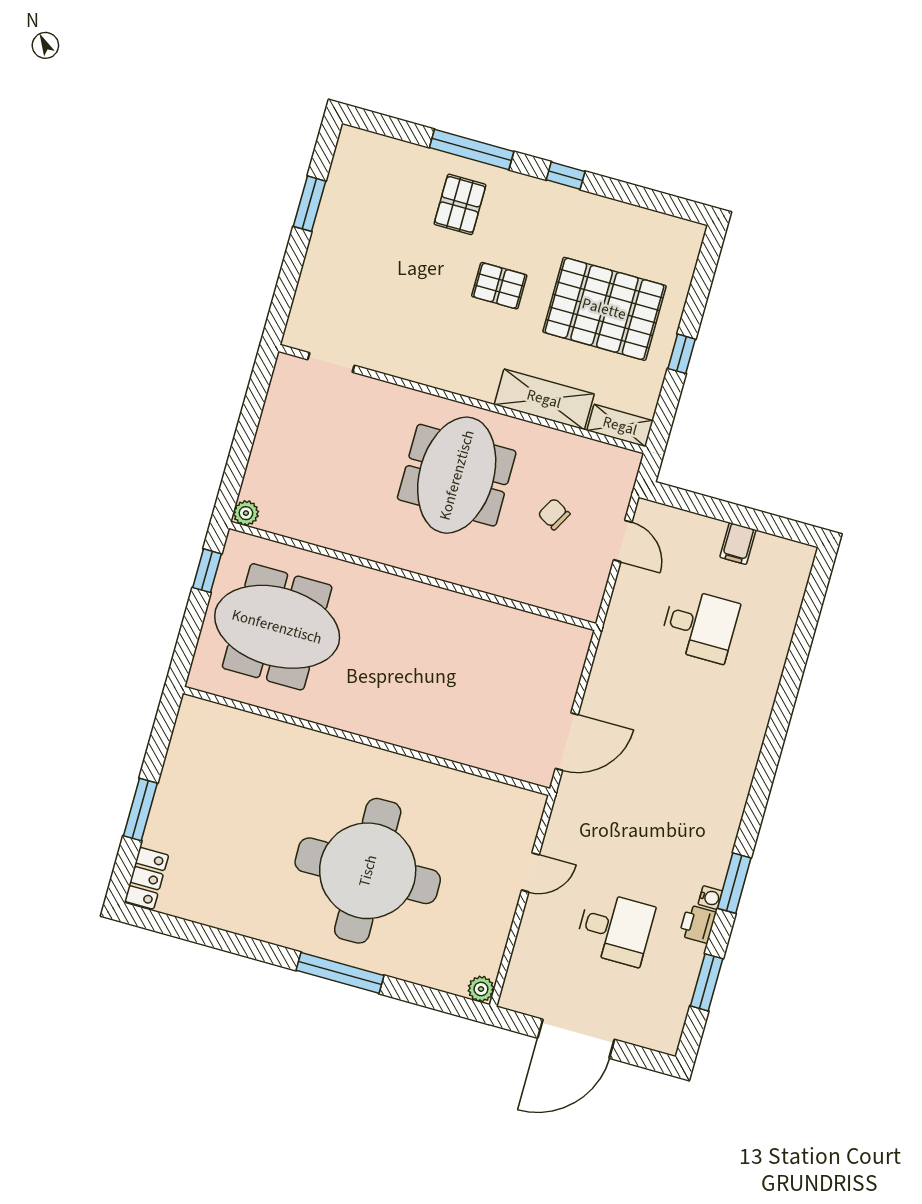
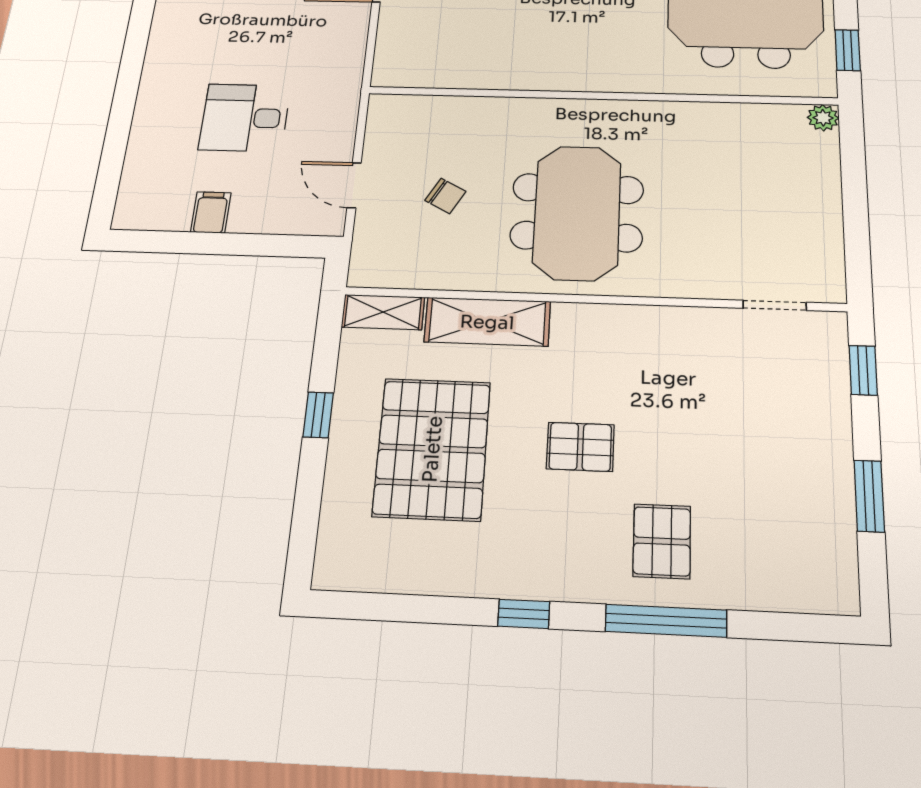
window: (284, 297) -> (863, 370), added
pallet: (604, 309) -> (432, 449), turned 90

